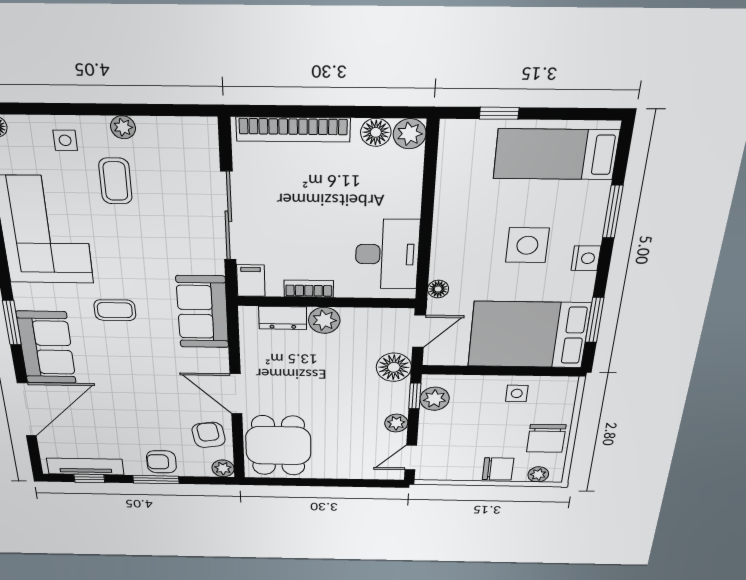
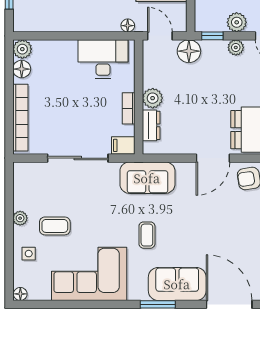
plant: (435, 399) -> (237, 22), moved

